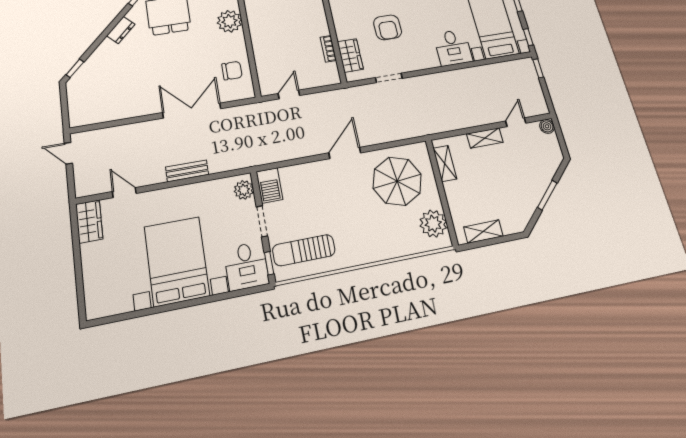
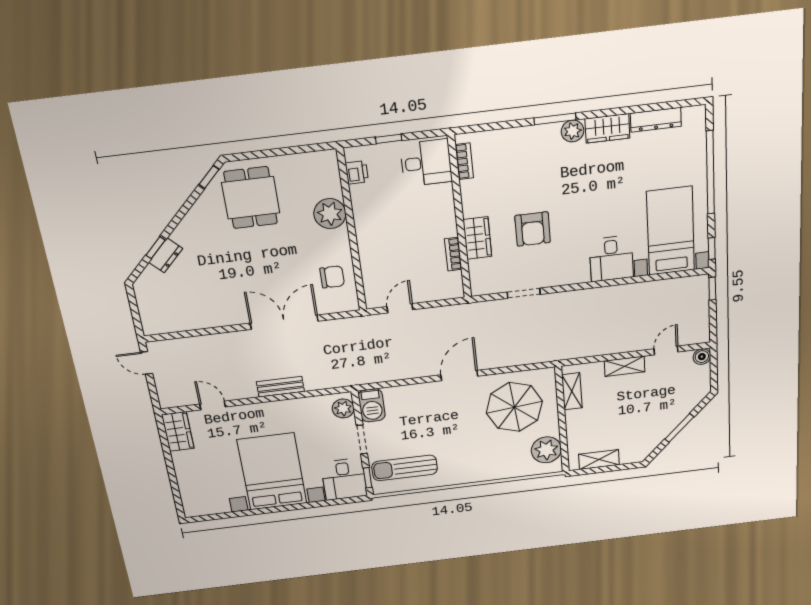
dresser: (121, 30) -> (166, 255), moved
wardrobe: (350, 55) -> (477, 238), moved
window: (75, 68) -> (155, 248), moved

